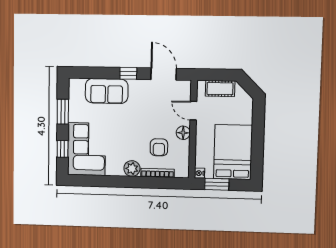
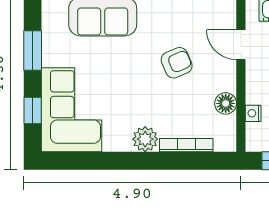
floor lamp: (183, 133) -> (226, 103), moved
armchair: (159, 147) -> (177, 63), moved, turned -113
nightstand: (200, 173) -> (253, 113), moved

